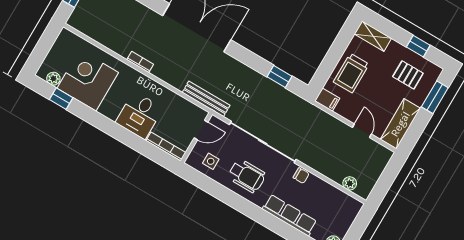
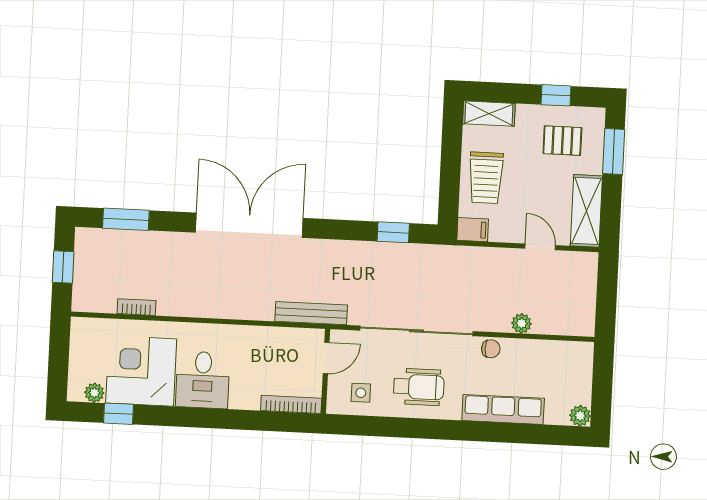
bookcase: (140, 62) -> (136, 307), moved
desk: (139, 115) -> (203, 380), moved
plant: (350, 183) -> (521, 323), moved

